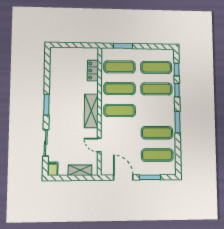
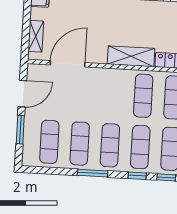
exercise mat: (120, 110) -> (110, 145), moved
shelving: (91, 111) -> (131, 56), moved
door: (99, 145) -> (68, 64), width x1.87

